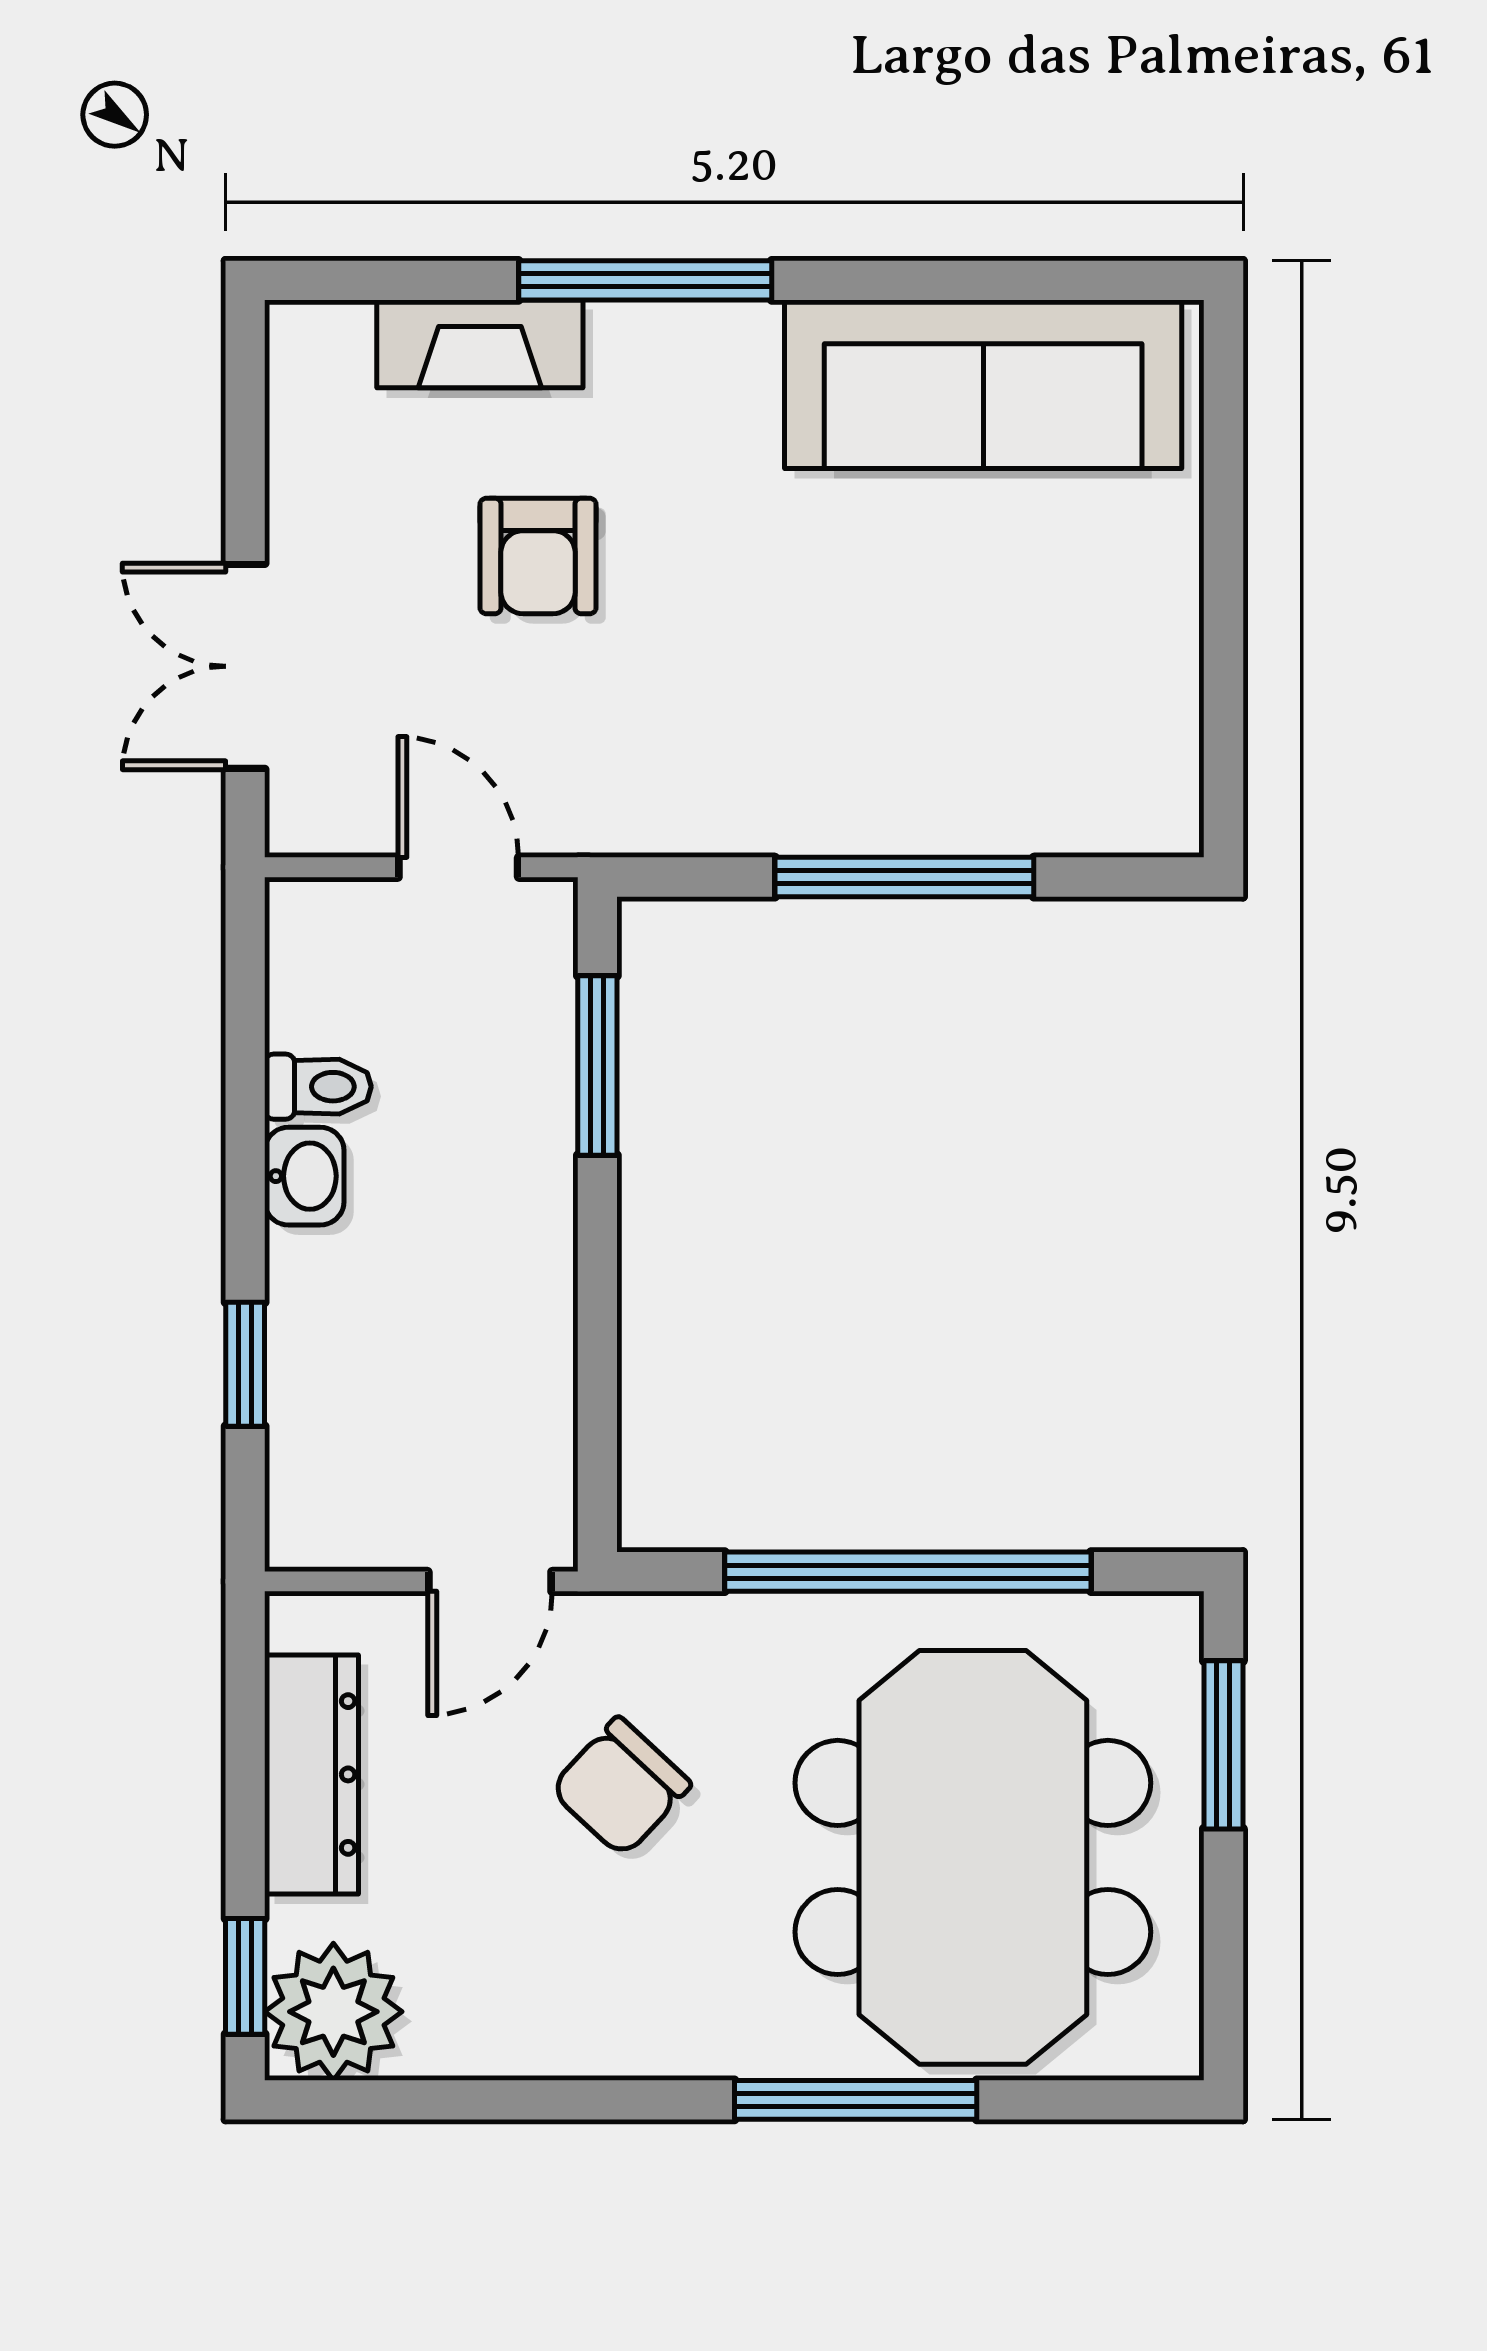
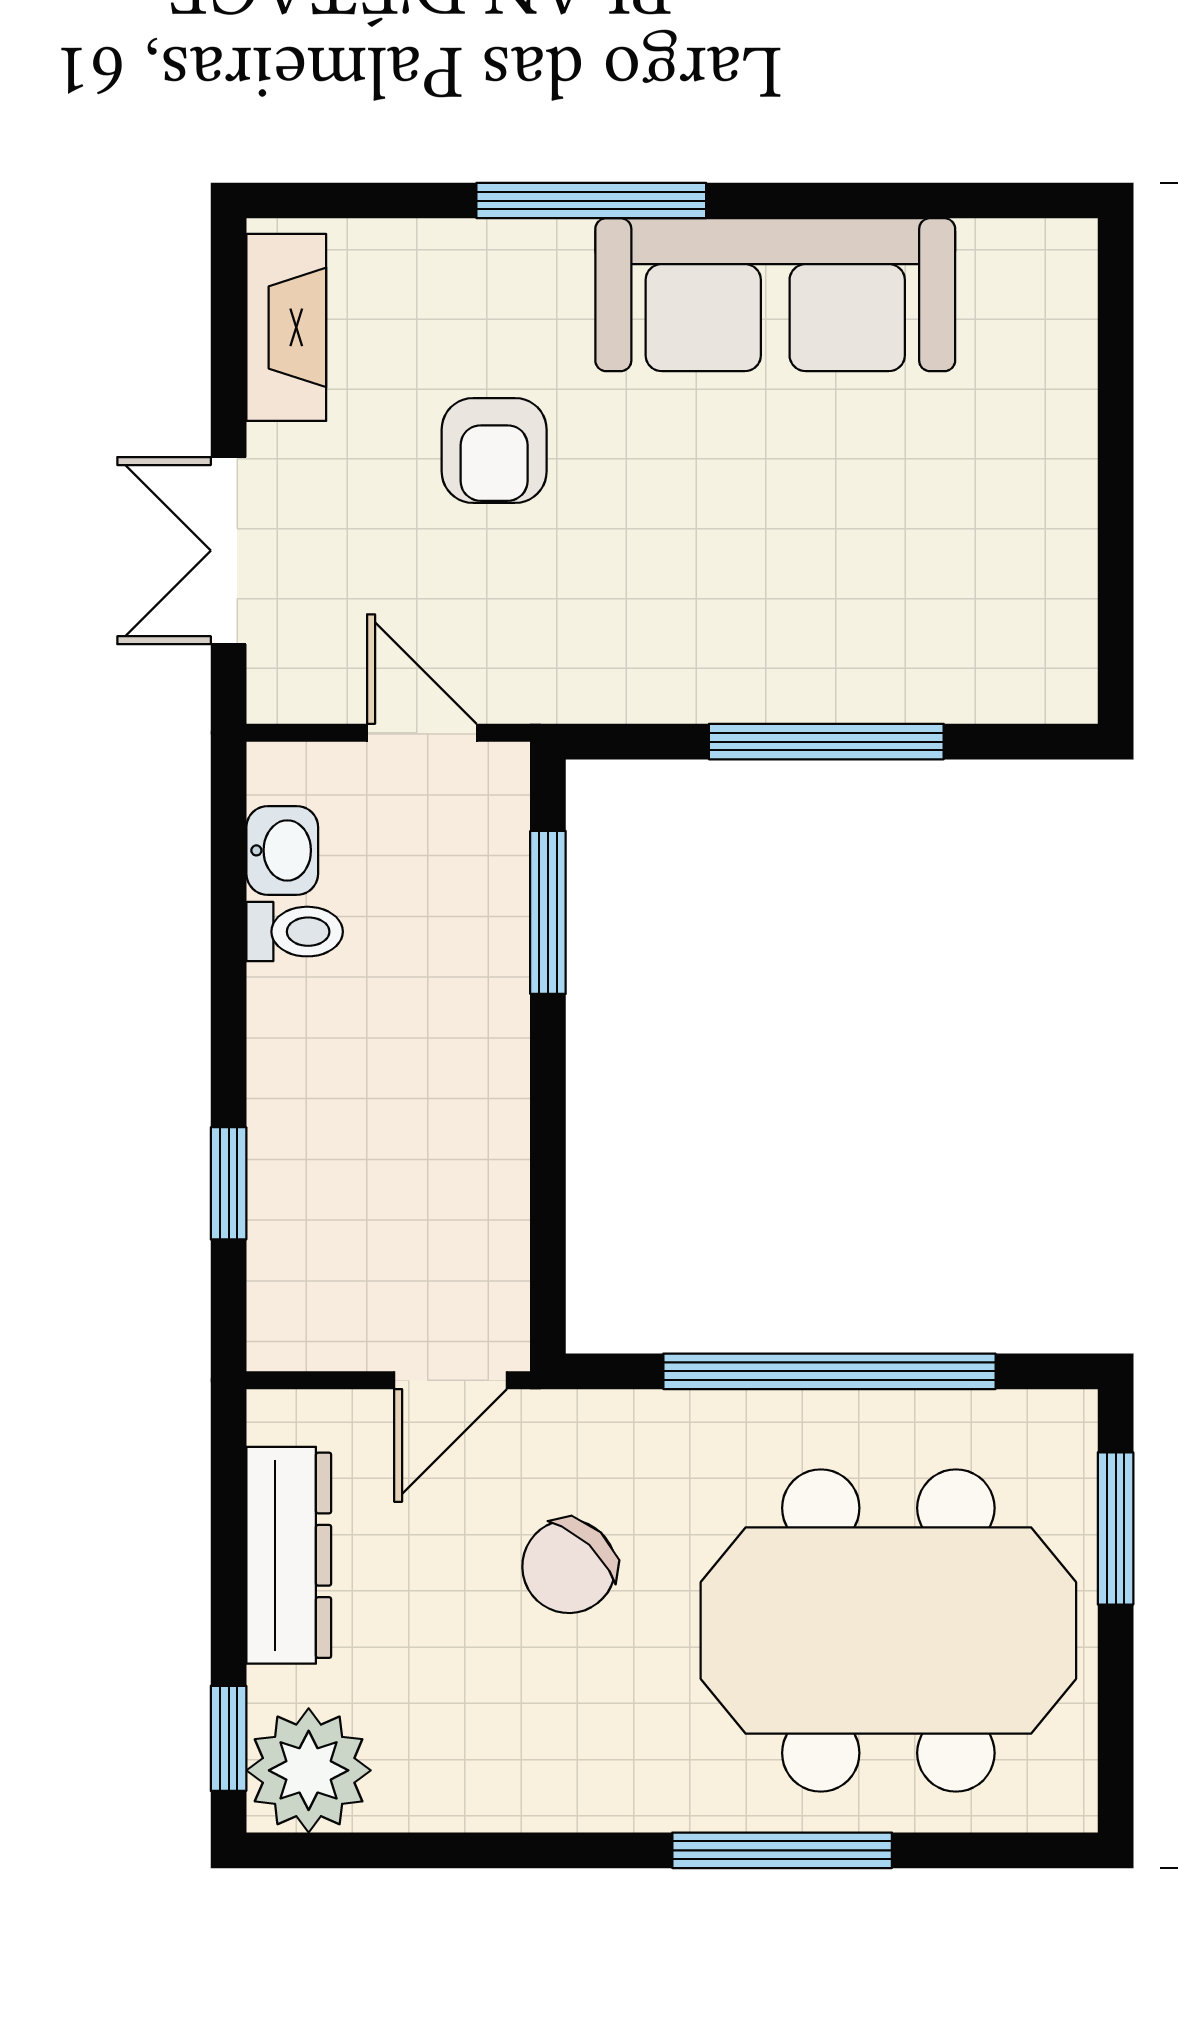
fireplace: (480, 344) -> (286, 327), moved, turned -90
sofa: (983, 384) -> (775, 295), moved
washbasin: (304, 1176) -> (282, 850), moved
meeting table: (973, 1857) -> (888, 1631), turned 90

